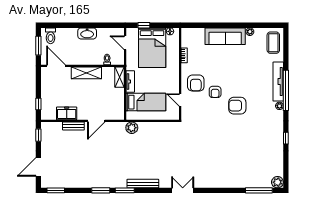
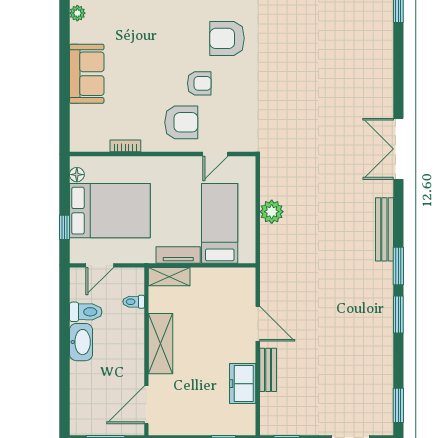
toilet: (51, 36) -> (86, 312), moved
sofa: (225, 36) -> (87, 74), width x0.73
armchair: (237, 106) -> (227, 38), turned 90
plant: (132, 128) -> (272, 212), moved
double door: (183, 190) -> (398, 149), width x1.37

